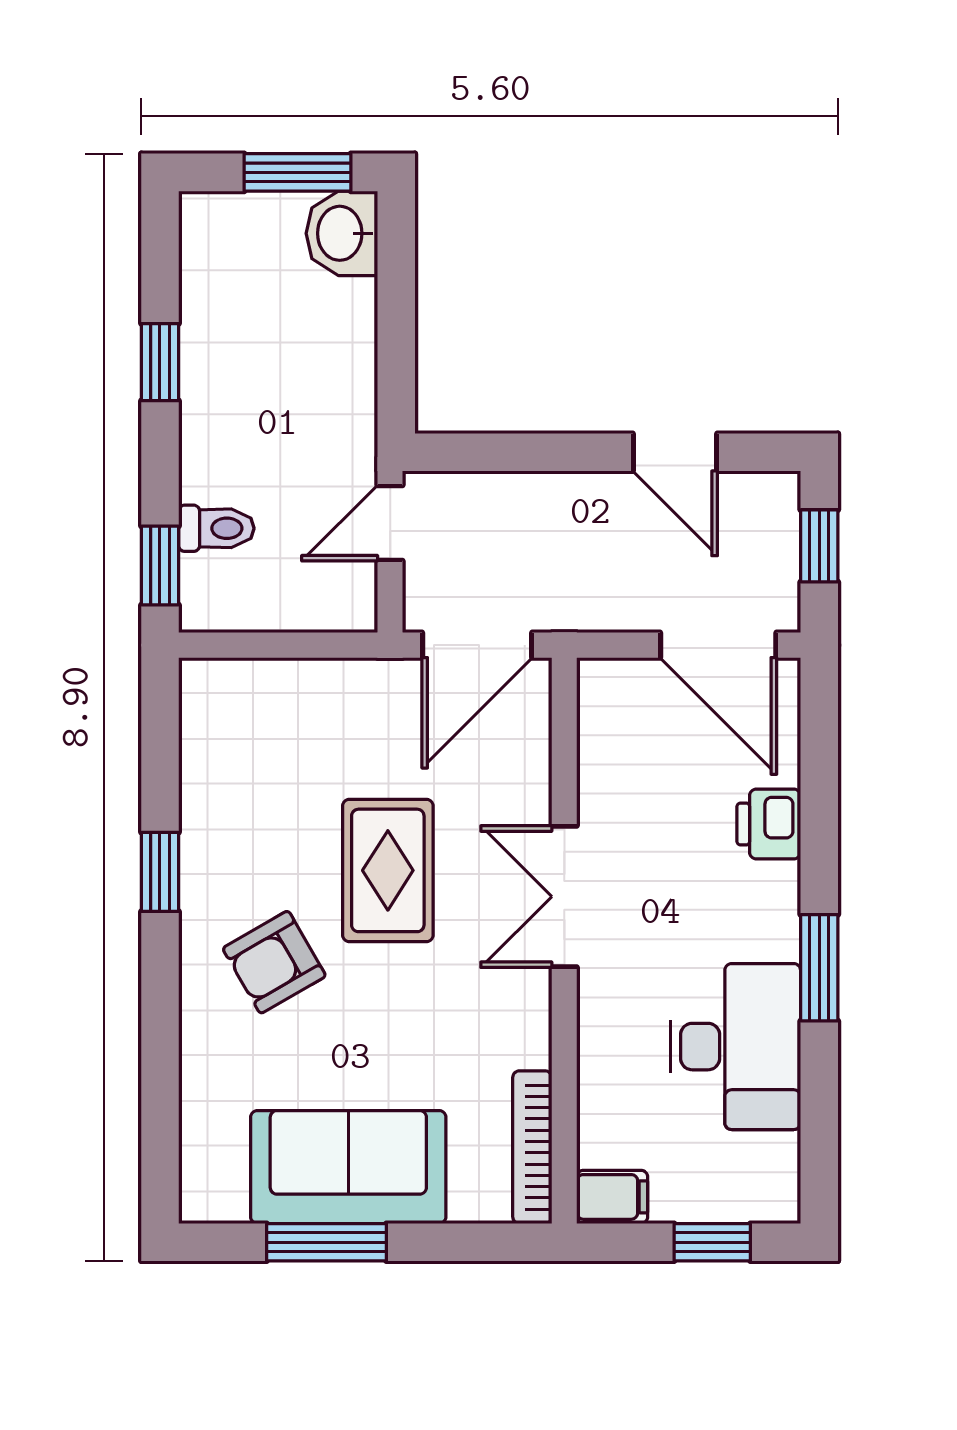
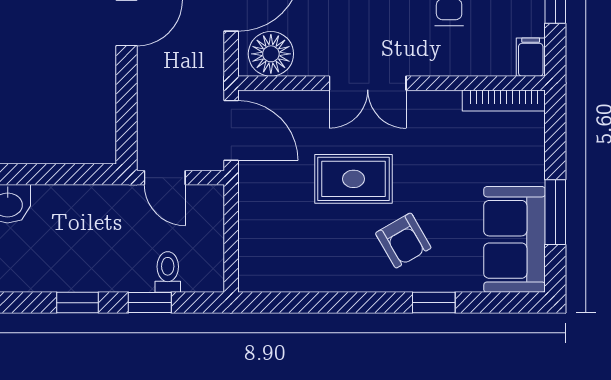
window: (160, 566) -> (150, 303), moved
floor lamp: (618, 718) -> (271, 54), added
window: (160, 872) -> (434, 303), moved
sofa: (348, 1167) -> (515, 239), moved

